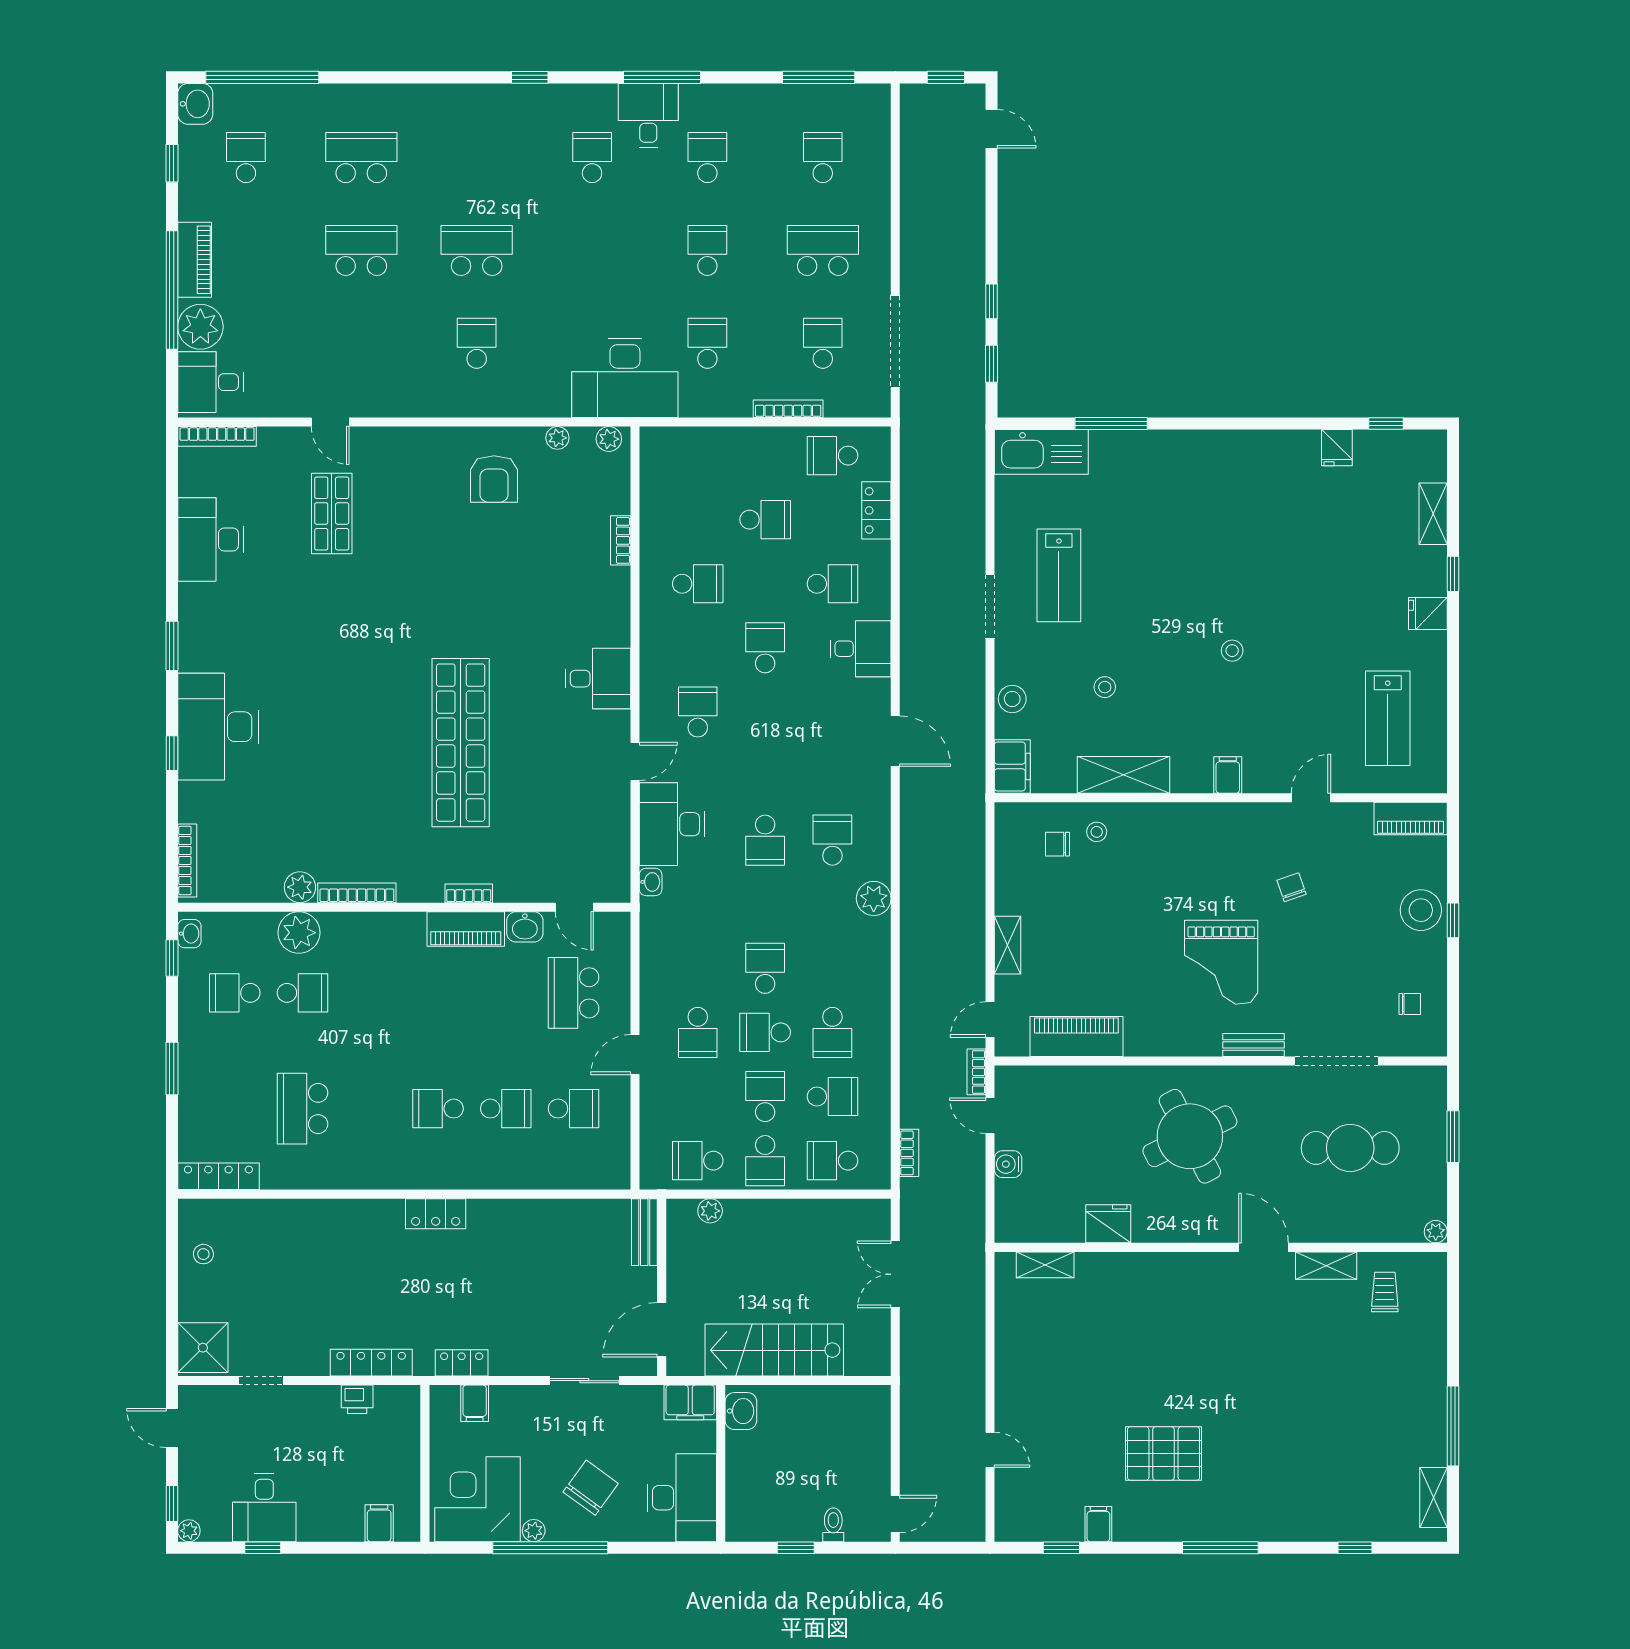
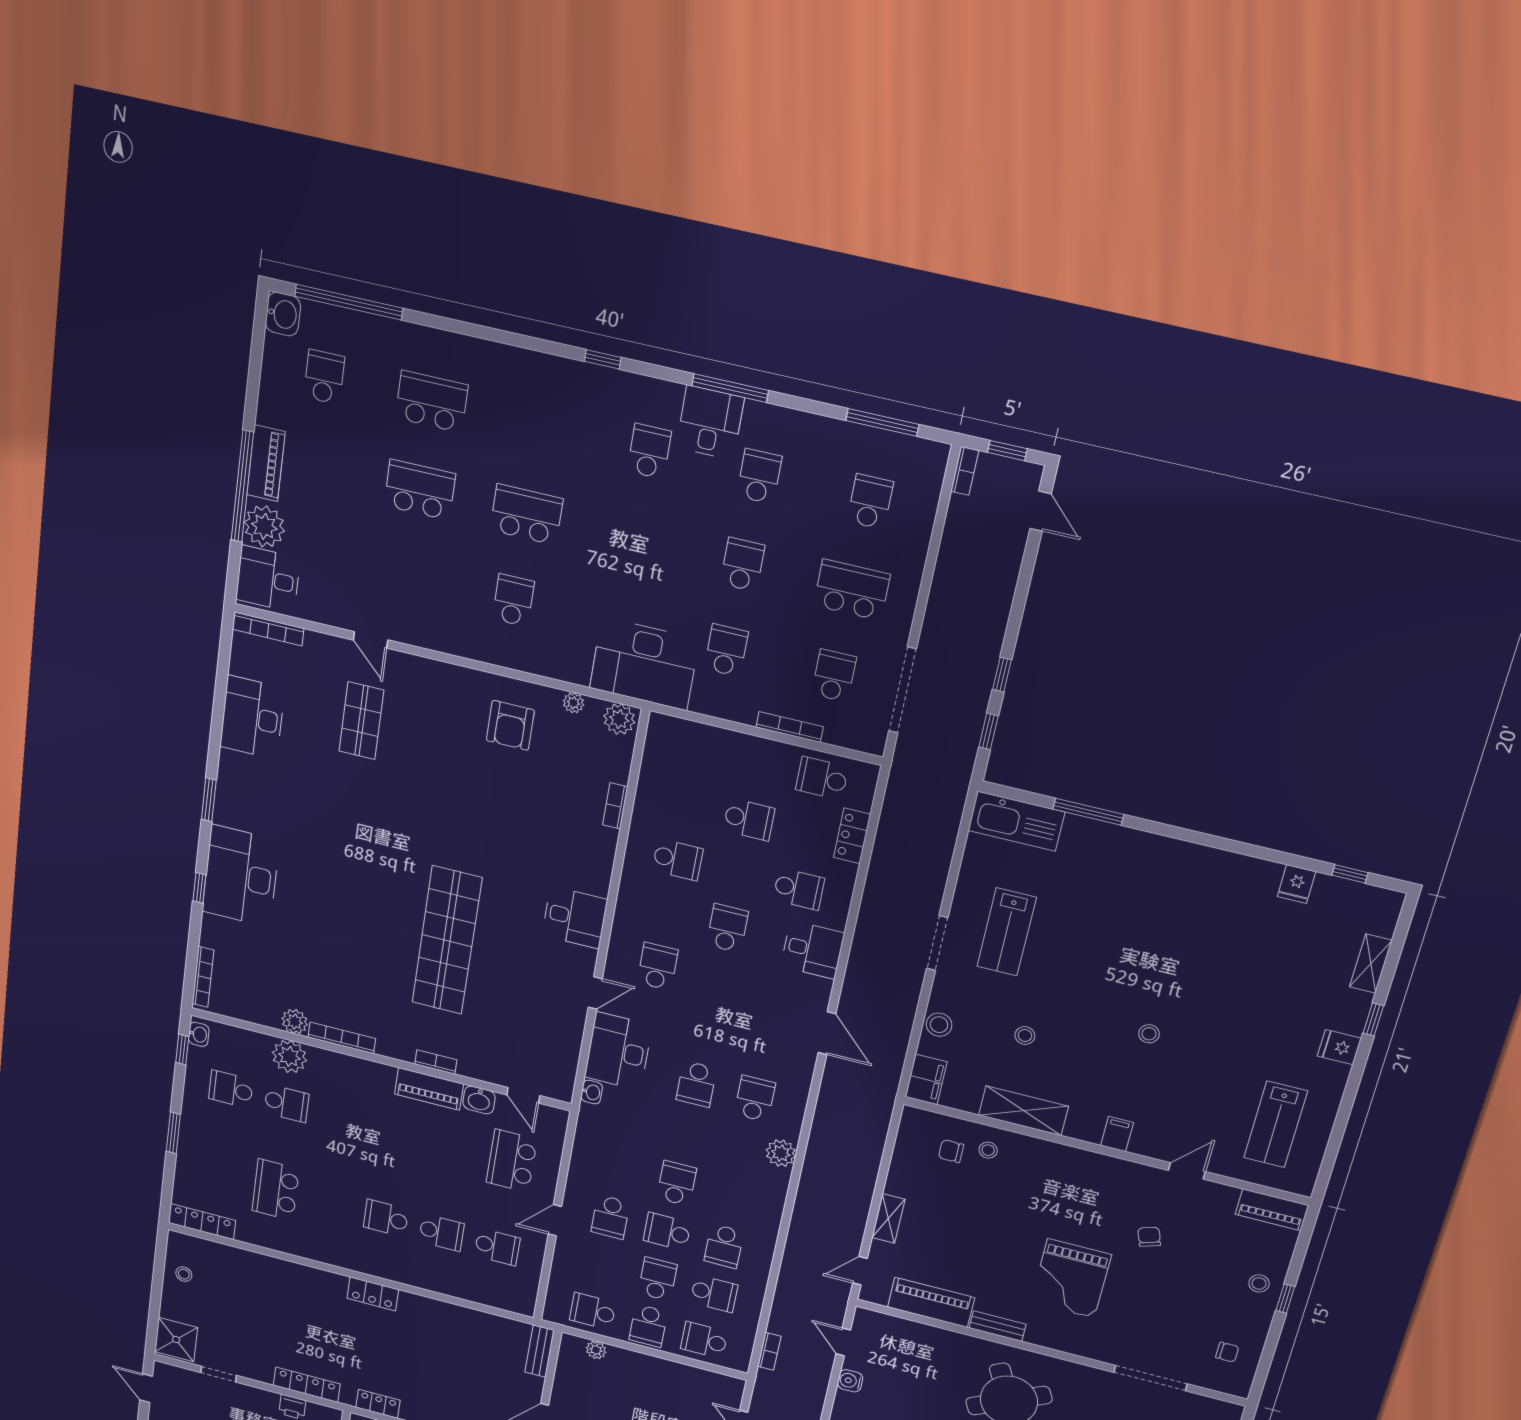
window: (172, 163) -> (255, 367), removed
plant: (609, 439) -> (619, 719), width x1.38, depth x1.38
stool: (1421, 910) -> (1259, 1283), width x0.53, depth x0.53
bench: (1254, 1045) -> (998, 1326), moved
bookcase: (976, 1072) -> (965, 471), moved, turned 180

